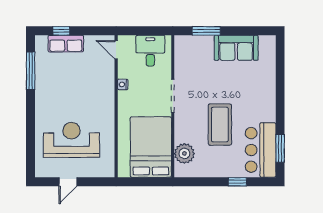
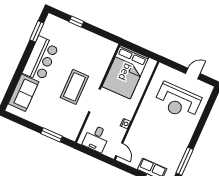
sofa: (236, 48) -> (23, 93), moved, turned 90
coffee table: (220, 125) -> (74, 87), moved
bar counter: (261, 150) -> (41, 59), moved
plant: (184, 153) -> (104, 57), removed

